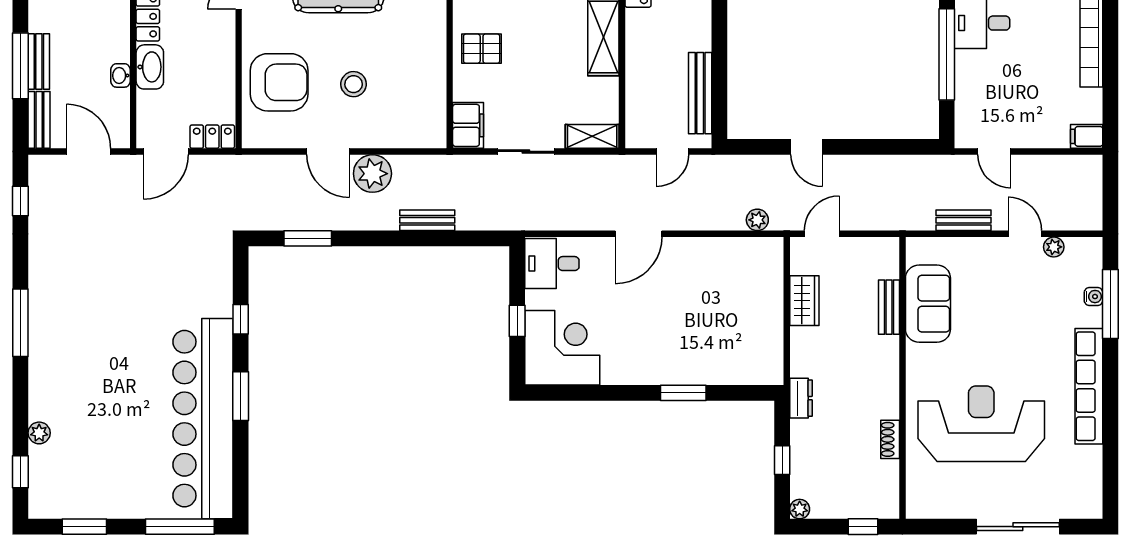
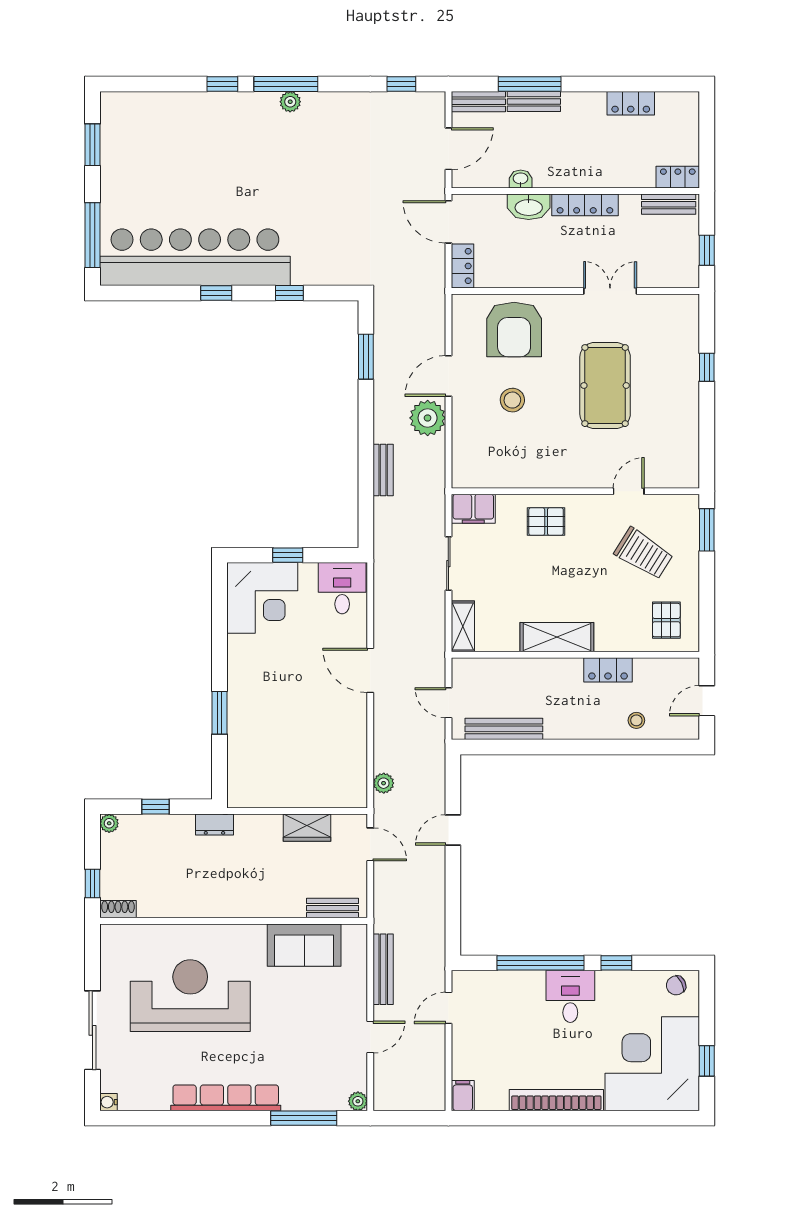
pallet: (482, 49) -> (546, 522), turned 90
bench: (963, 220) -> (383, 969), width x1.36
plant: (1054, 247) -> (358, 1101), moved
water cooler: (1094, 297) -> (109, 1102), moved, turned 90
bench: (889, 307) -> (332, 908), moved
window: (241, 396) -> (216, 293), width x0.67
reception desk: (981, 424) -> (190, 996), turned -90
plant: (39, 433) -> (290, 102), moved
shoe rack: (890, 439) -> (118, 909), moved
window: (20, 472) -> (222, 84), moved

